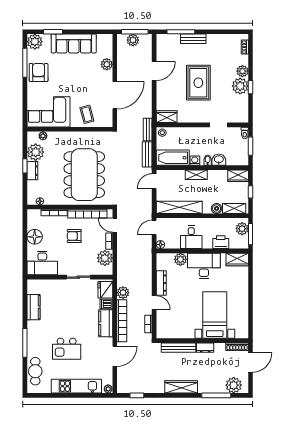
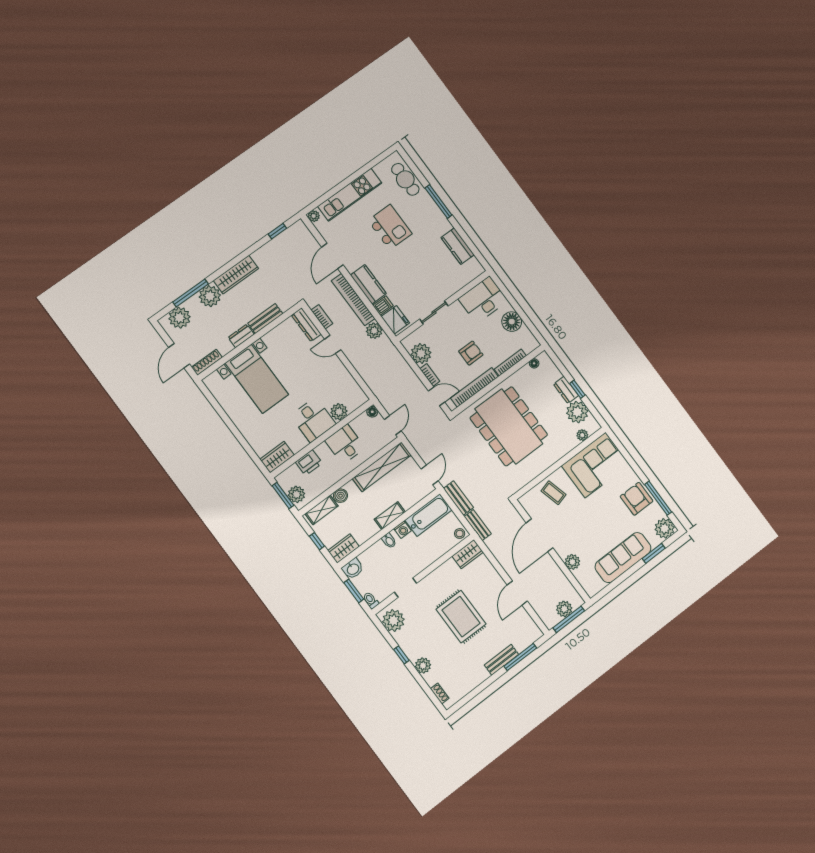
armchair: (39, 72) -> (637, 499), turned 180
plant: (240, 86) -> (393, 621), moved
washbasin: (219, 160) -> (353, 569), moved
desk: (204, 266) -> (313, 420), width x0.73
dresser: (161, 283) -> (306, 325), moved
bench: (179, 348) -> (265, 319), width x0.73
kitchen island: (67, 349) -> (390, 227), turned 90
plant: (206, 385) -> (210, 296), added

